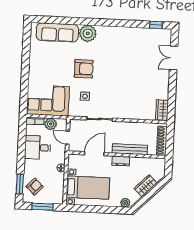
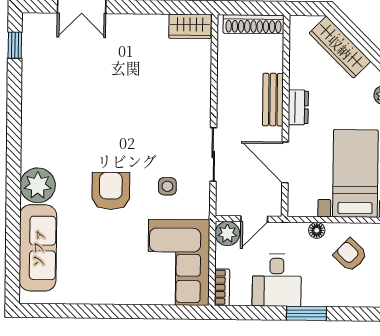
plant: (51, 124) -> (227, 234), moved
bench: (130, 149) -> (273, 100), width x0.73
window: (20, 184) -> (306, 313), moved
wardrobe: (146, 186) -> (340, 47), width x1.50
armchair: (35, 187) -> (350, 255), moved

